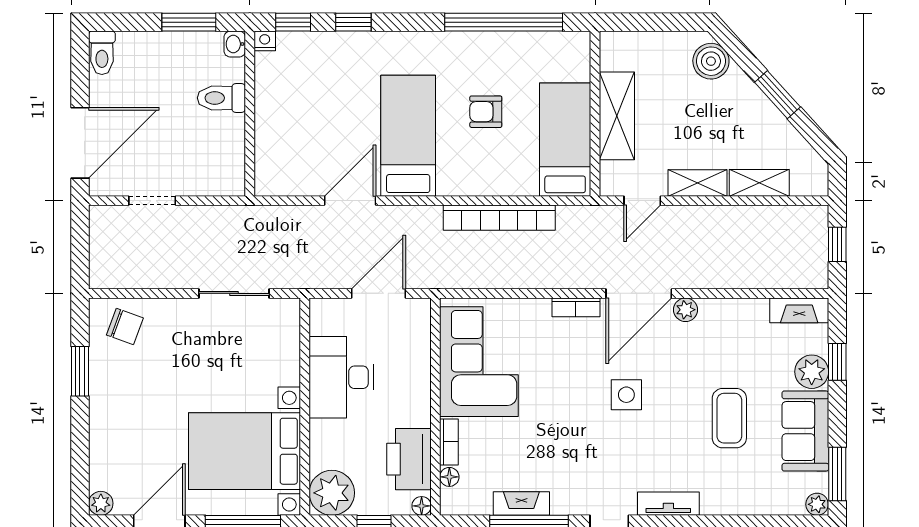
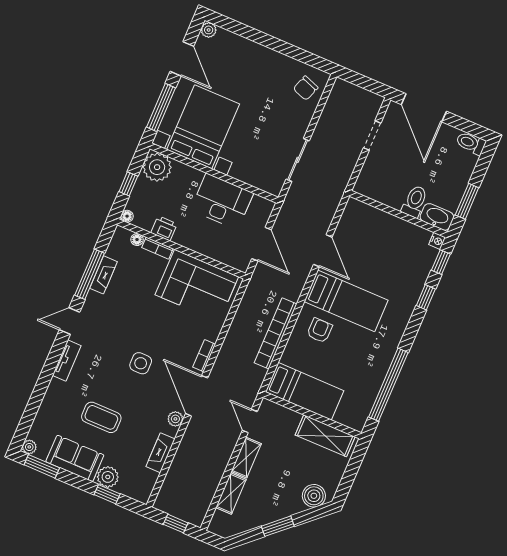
washbasin: (235, 44) -> (437, 217), width x1.91, depth x1.45
armchair: (486, 112) -> (320, 330), moved
shelving: (617, 116) -> (325, 436), moved
fireplace: (799, 310) -> (160, 453), moved
window: (80, 371) -> (291, 51), removed
printer: (409, 459) -> (164, 228), width x0.53, depth x0.68

